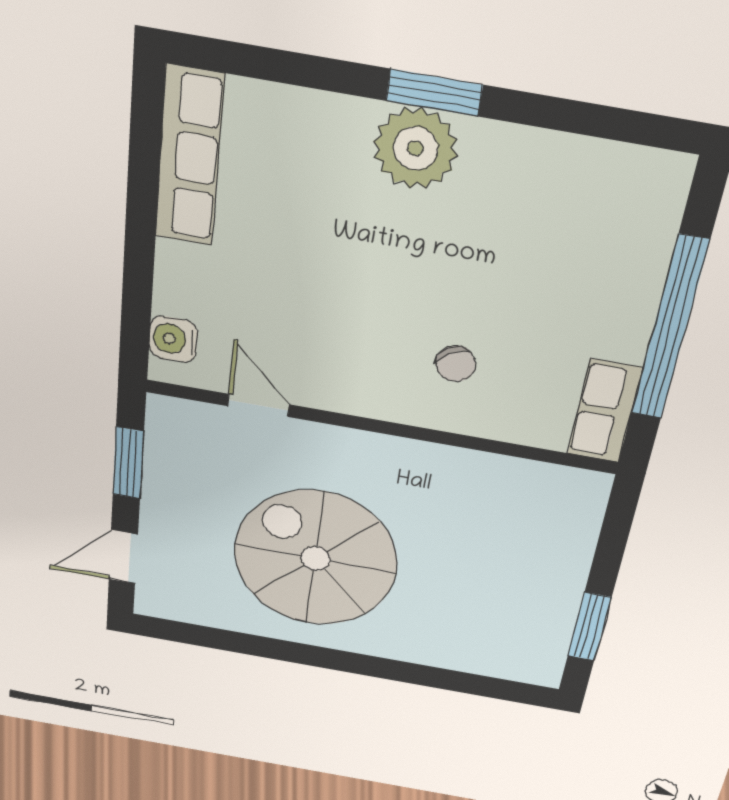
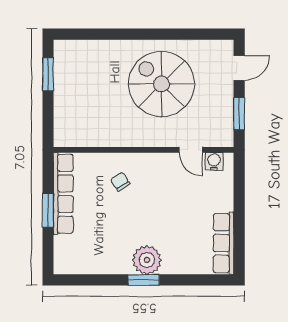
window: (670, 329) -> (48, 210), width x0.47
water cooler: (173, 339) -> (214, 161), moved, turned -90
row of seats: (605, 411) -> (63, 194), width x2.02
spiral stairs: (315, 559) -> (161, 84), turned 180

